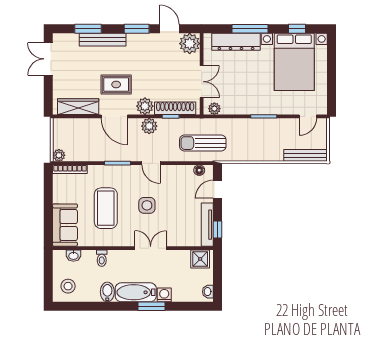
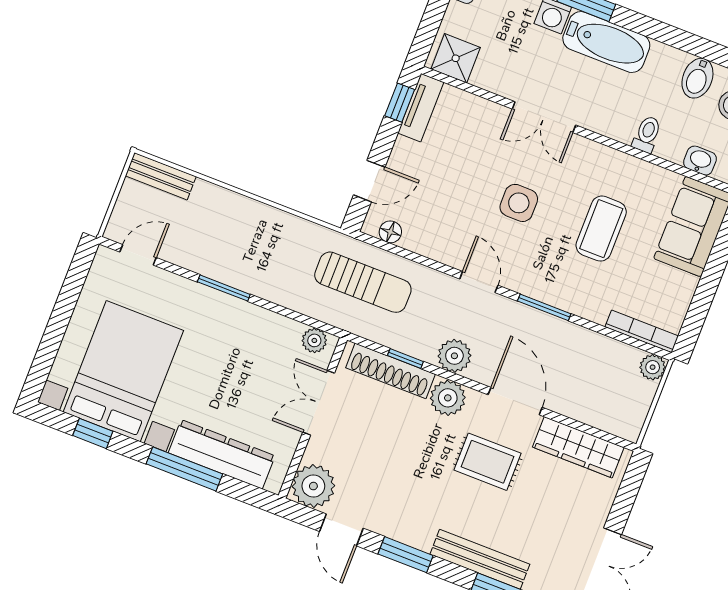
bench: (306, 155) -> (161, 176), width x0.73
coffee table: (106, 208) -> (601, 229), width x0.73, depth x0.76
tv unit: (207, 225) -> (421, 108), width x0.71
bidet: (107, 292) -> (697, 78), moved

